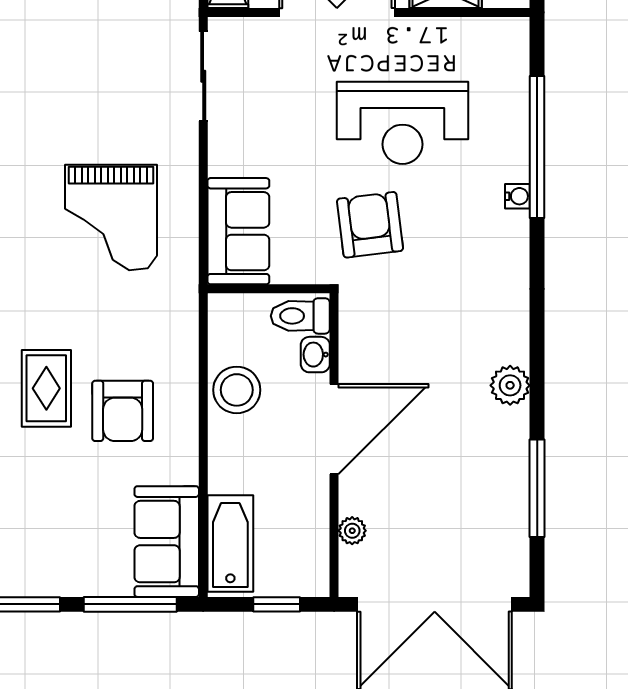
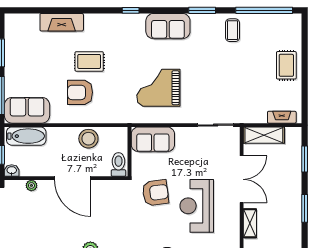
washbasin: (315, 355) -> (12, 171), moved

